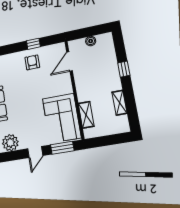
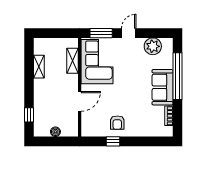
door: (69, 61) -> (80, 101), moved
window: (124, 69) -> (29, 115), moved

